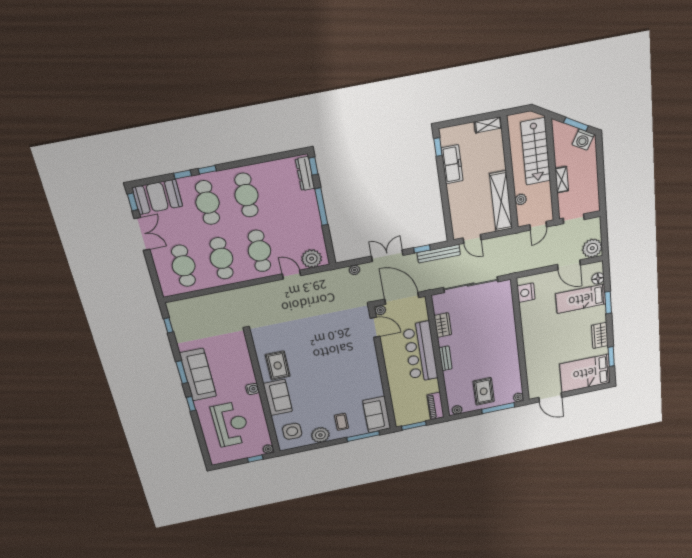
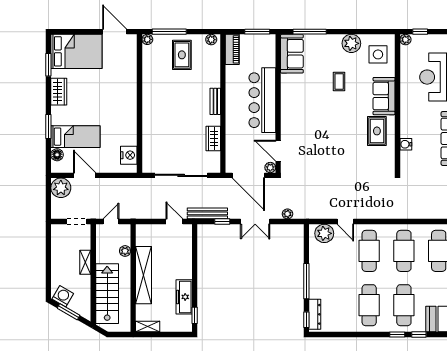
shelving: (501, 201) -> (143, 275), moved
bar counter: (420, 352) -> (262, 100), moved, turned 180
water cooler: (252, 389) -> (406, 144), moved
coffee table: (341, 422) -> (339, 81), moved

